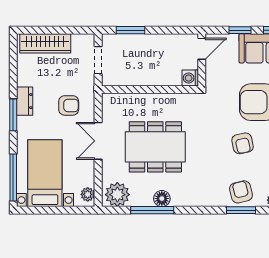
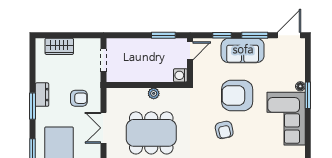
window: (131, 30) -> (163, 35), moved
wardrobe: (45, 43) -> (59, 46), width x0.67
plant: (158, 100) -> (154, 93), added

